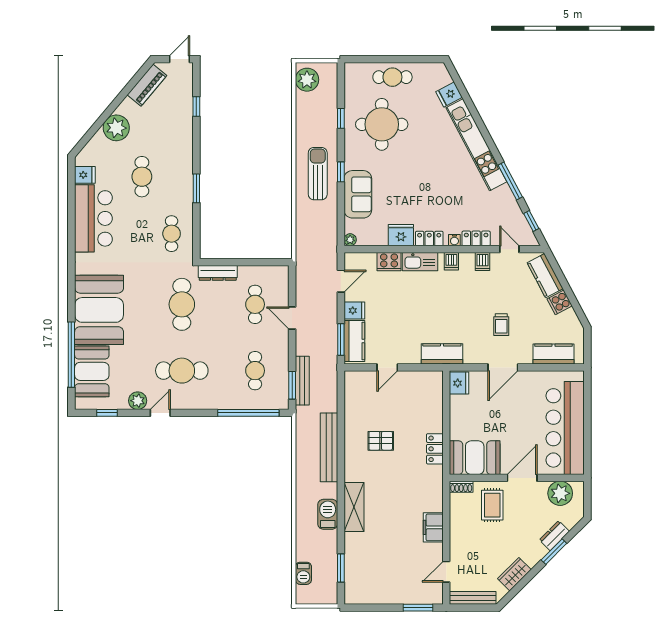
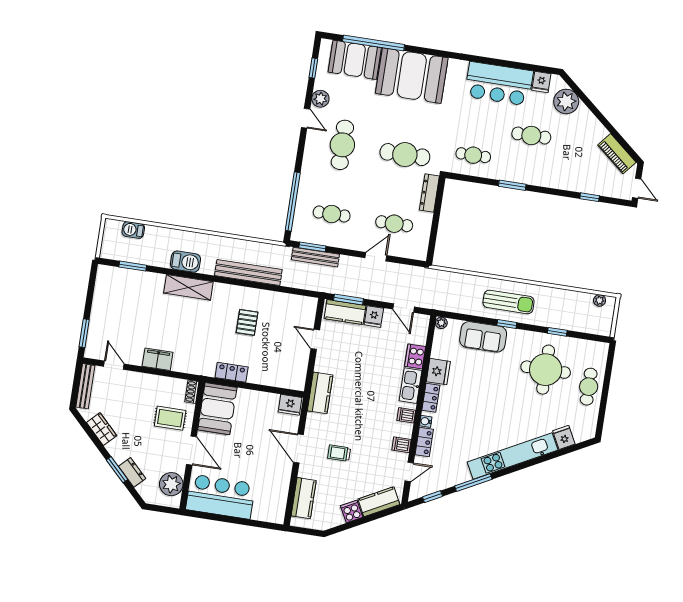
plant: (307, 80) -> (600, 300), width x0.53, depth x0.53
plant: (116, 128) -> (566, 101), moved
bar counter: (565, 428) -> (220, 497), width x0.73

